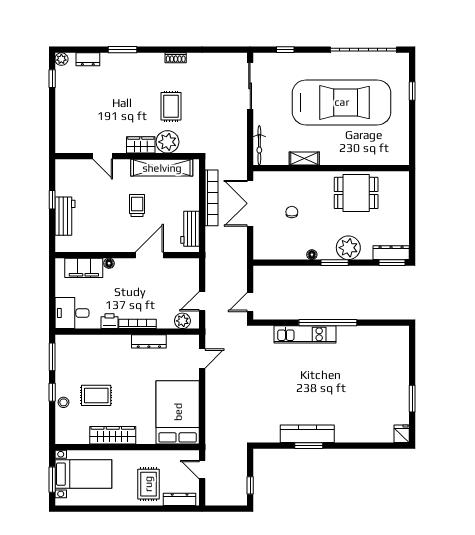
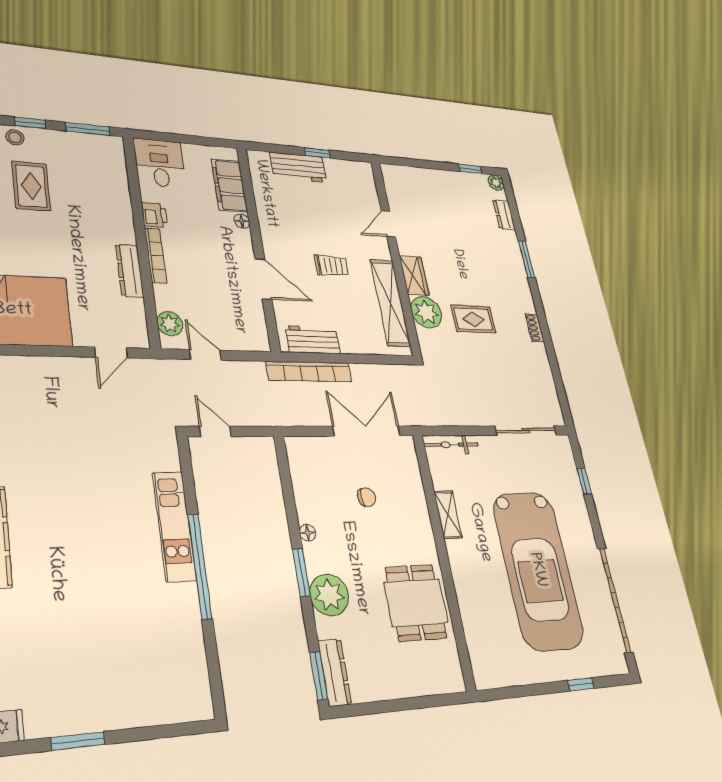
bookcase: (211, 198) -> (309, 372), moved
door: (202, 359) -> (111, 352), hinge flipped

